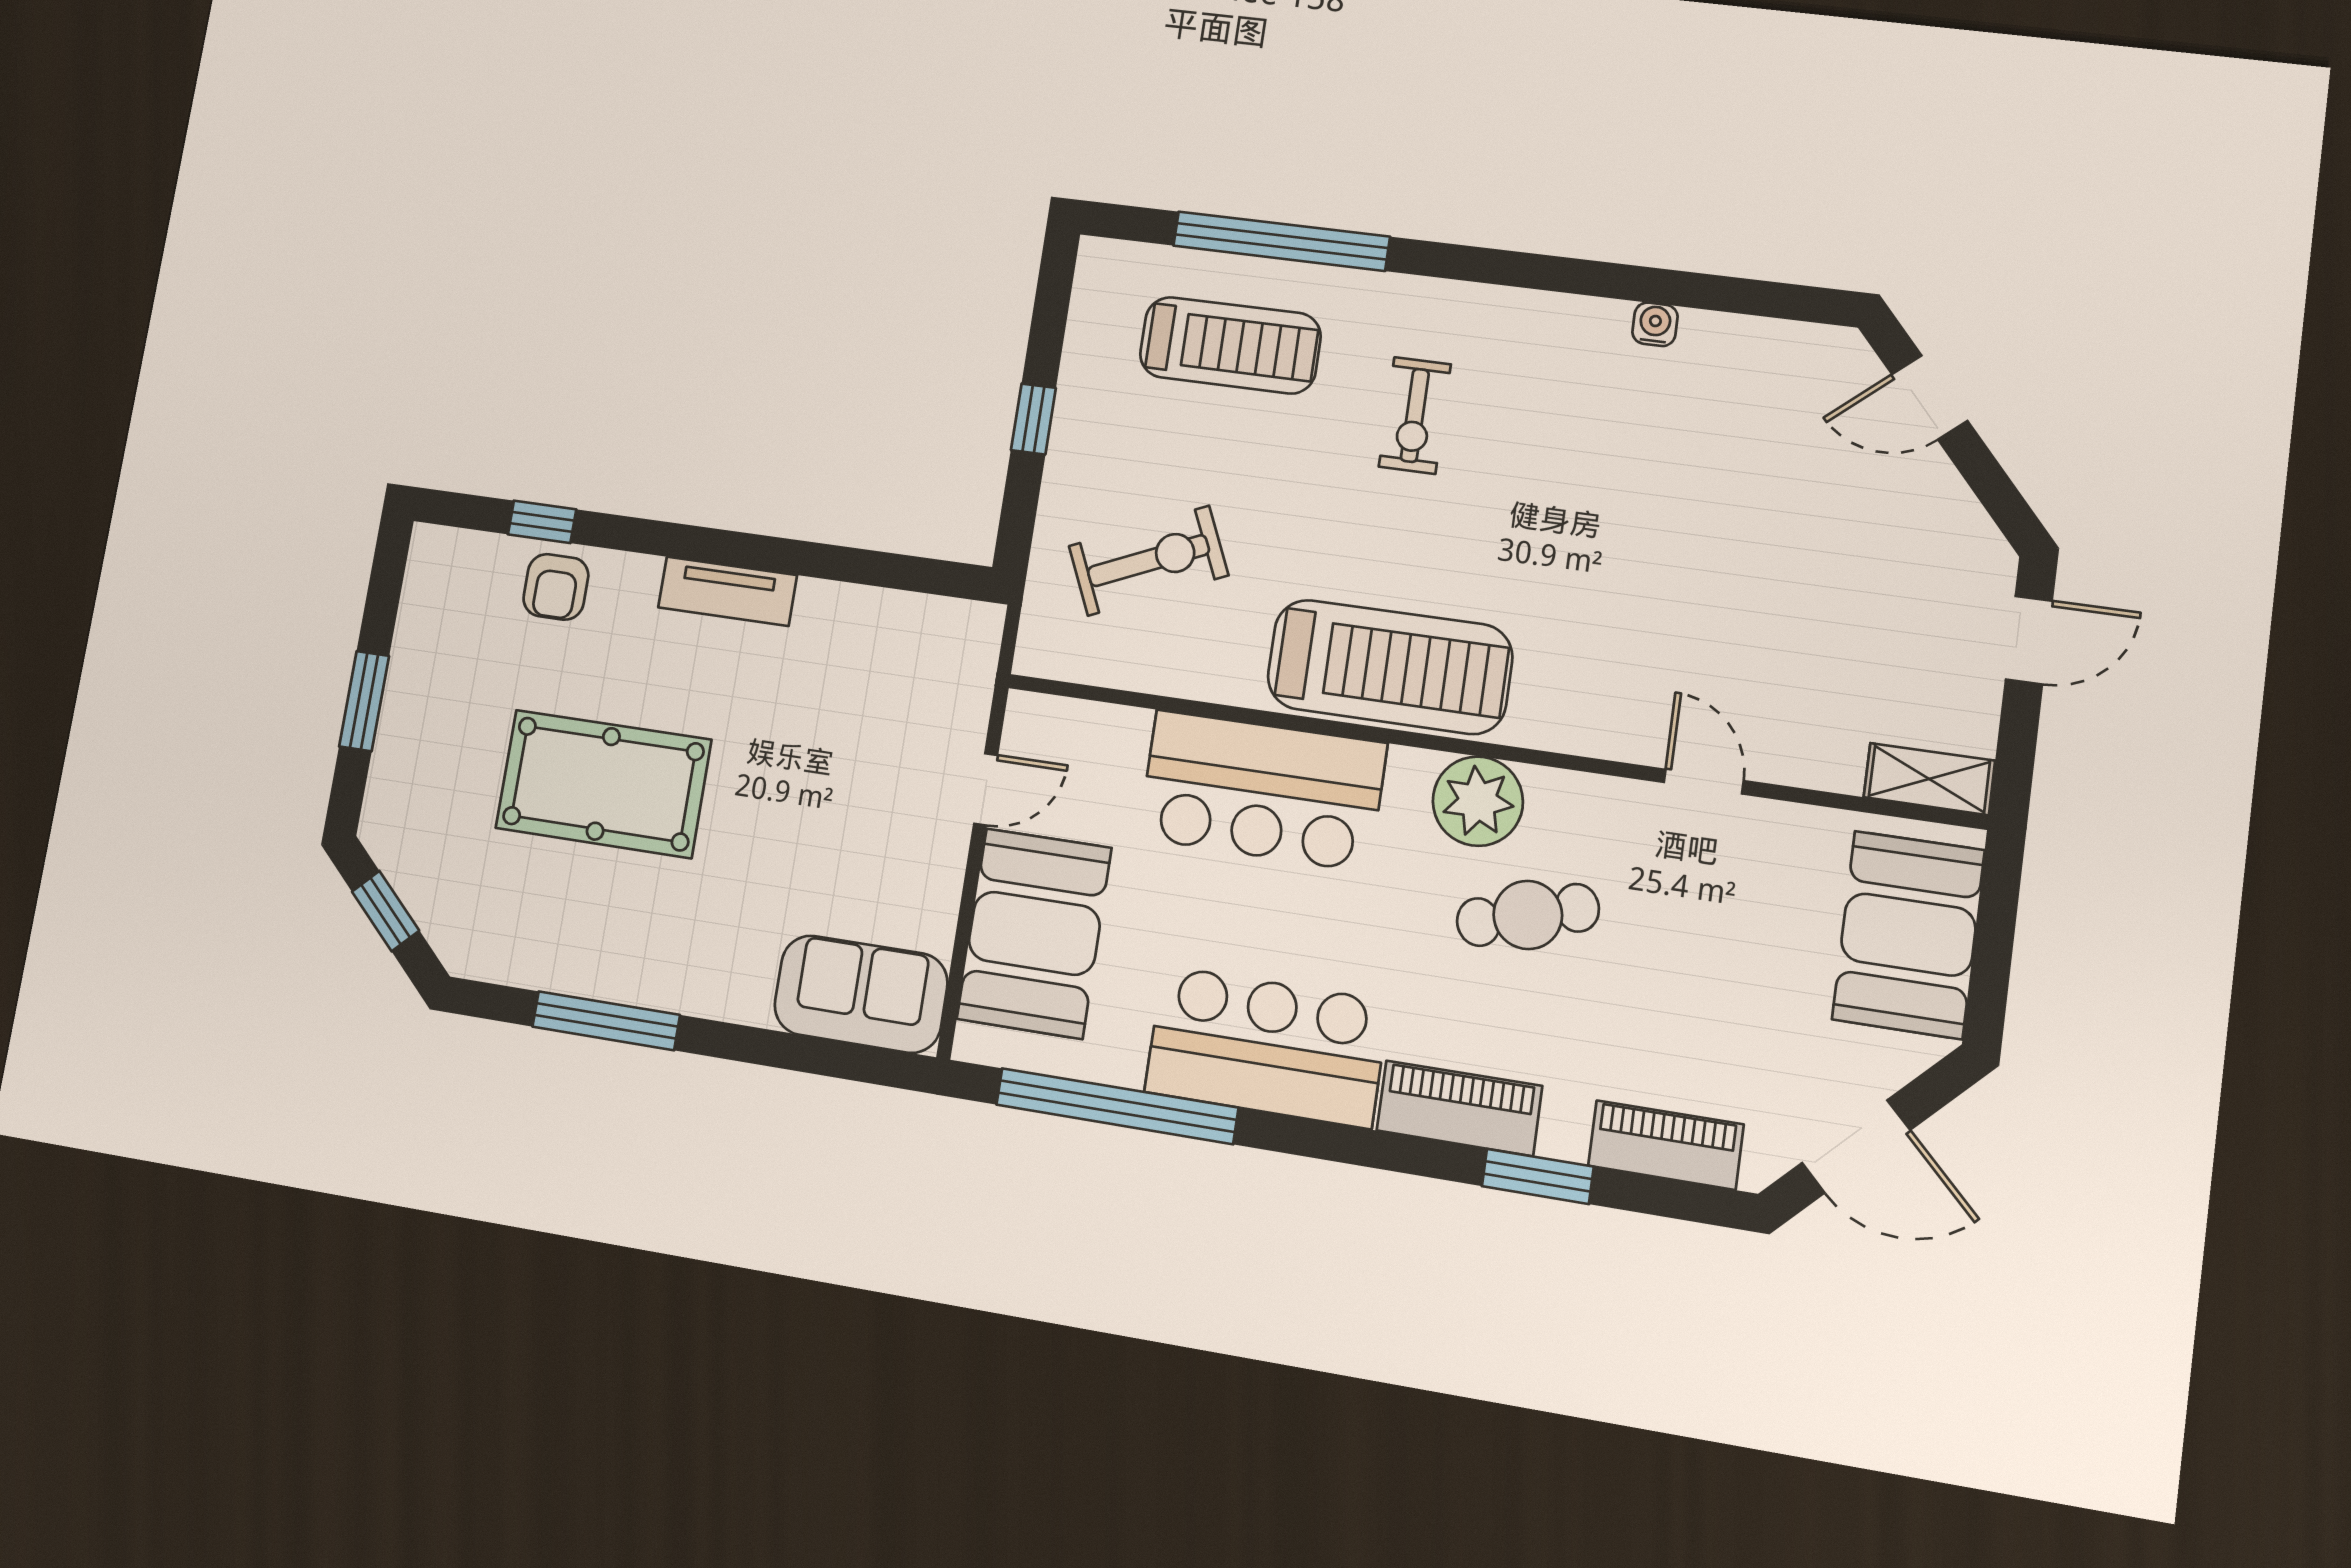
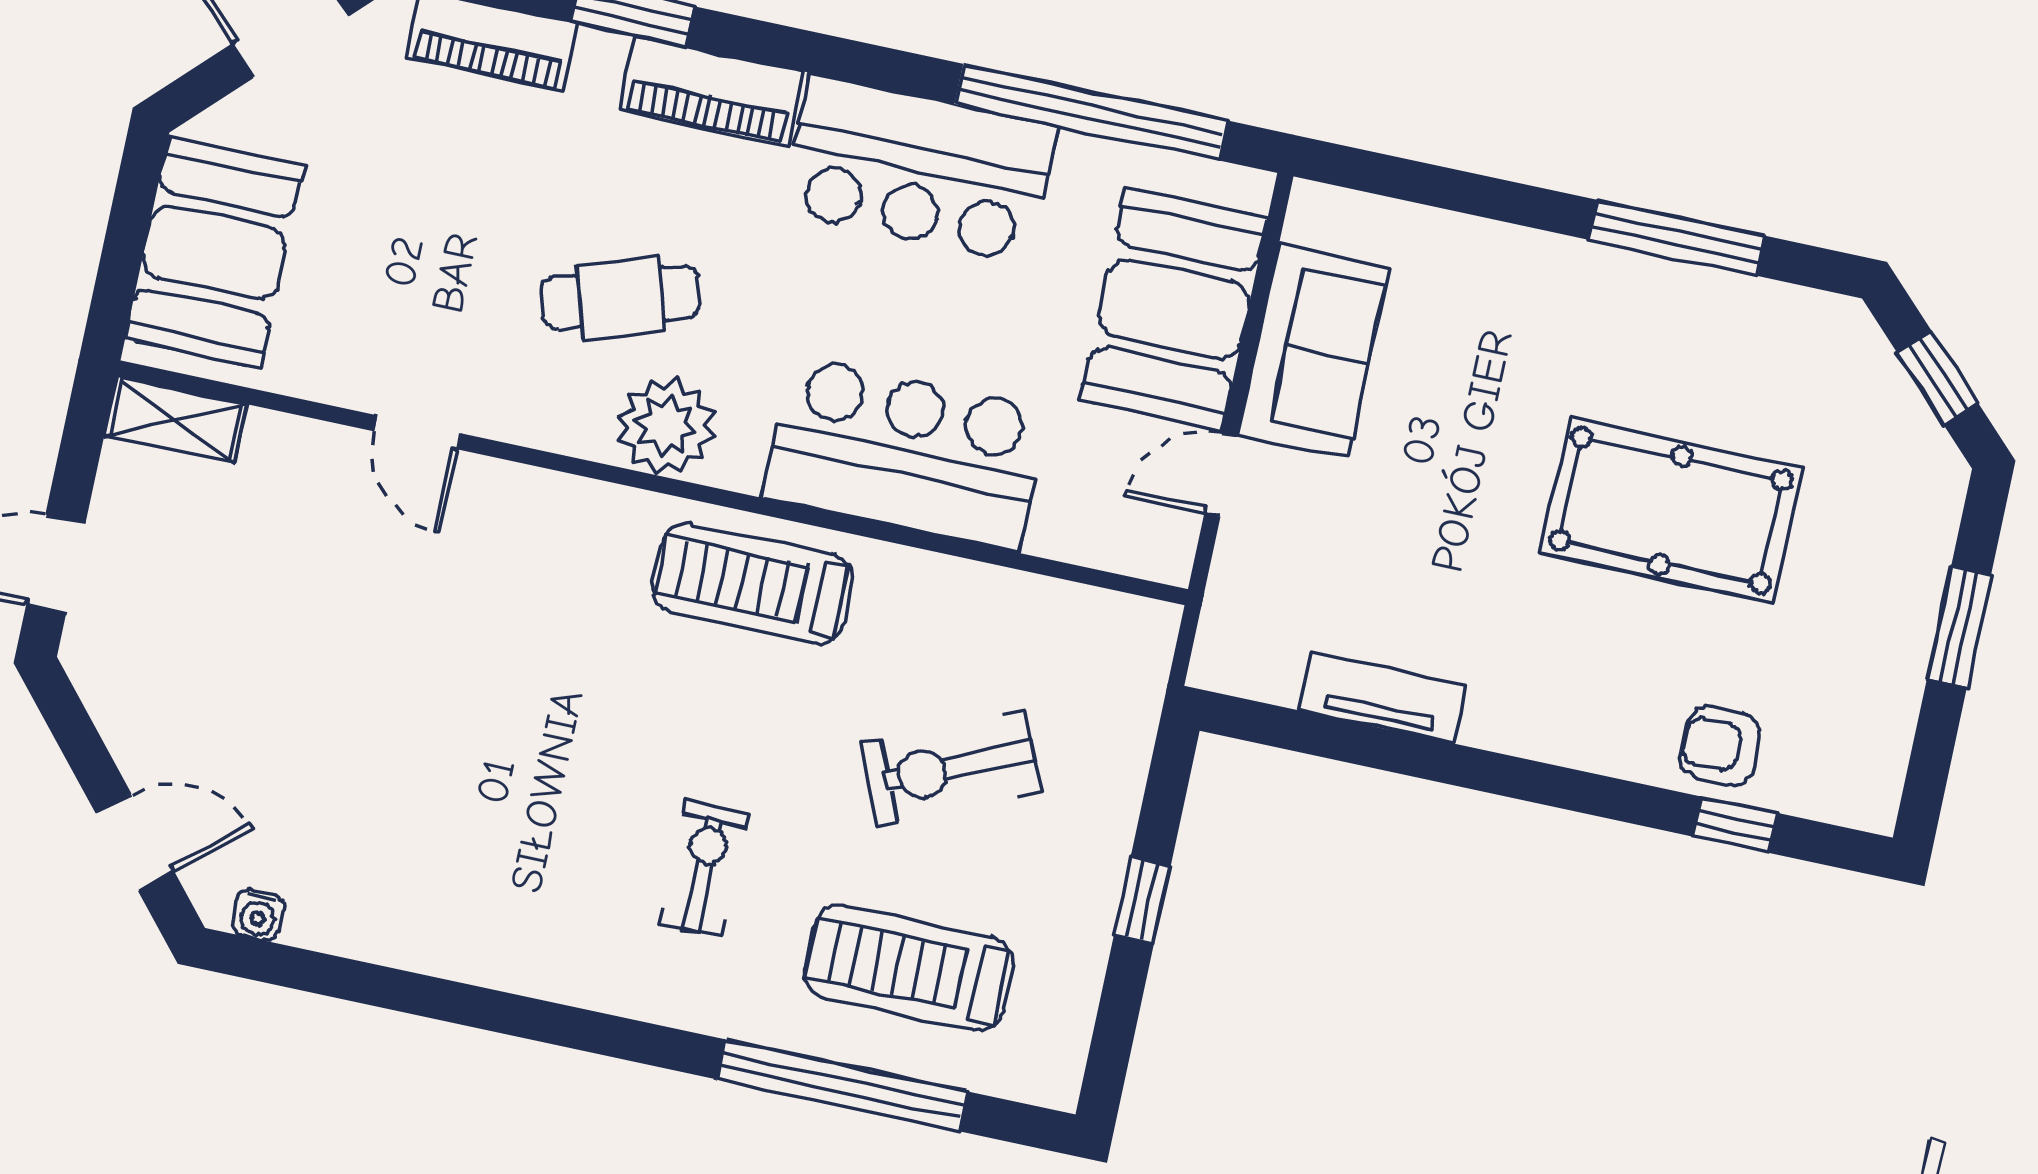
water cooler: (1655, 324) -> (258, 915), moved
exercise bike: (1148, 561) -> (951, 768), moved
armchair: (556, 587) -> (1721, 746), turned -90
tv unit: (728, 591) -> (1382, 697), moved
treadmill: (1390, 667) -> (753, 584), width x0.73, depth x0.73
sofa: (861, 994) -> (1314, 351), moved, turned -90

